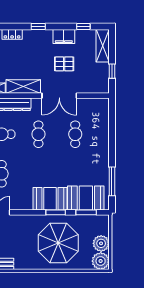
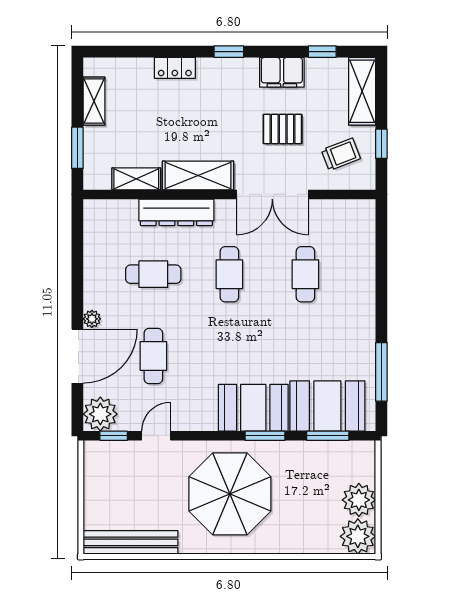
trolley: (92, 76) -> (341, 154), added
parasol: (58, 243) -> (230, 494), moved

